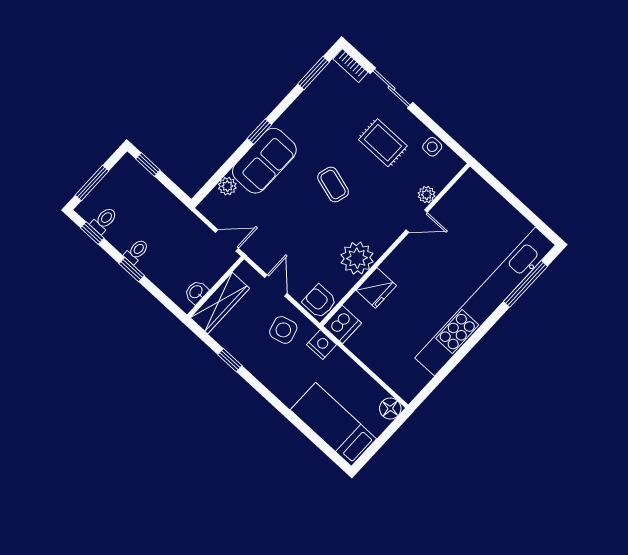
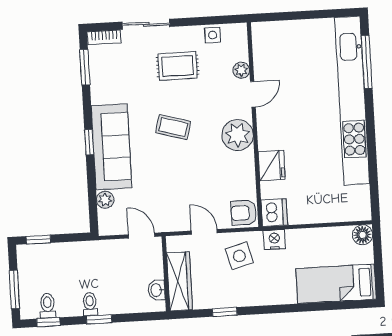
sofa: (264, 161) -> (111, 147), width x1.36
door: (227, 240) -> (142, 236), hinge flipped
plant: (357, 258) -> (238, 135), moved

